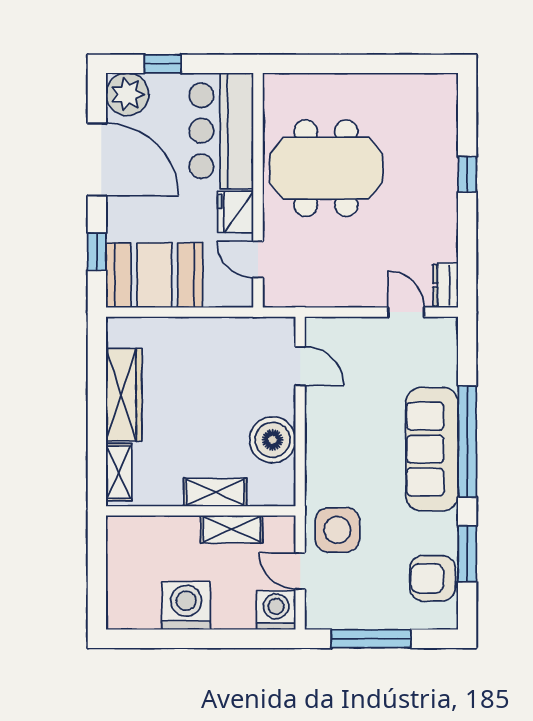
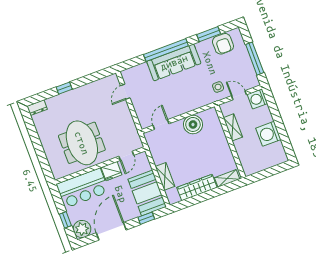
dresser: (446, 285) -> (37, 108), moved
shelving: (215, 492) -> (165, 176), moved
side table: (337, 530) -> (218, 87), width x0.54, depth x0.54
door: (300, 571) -> (239, 95), swing flipped

